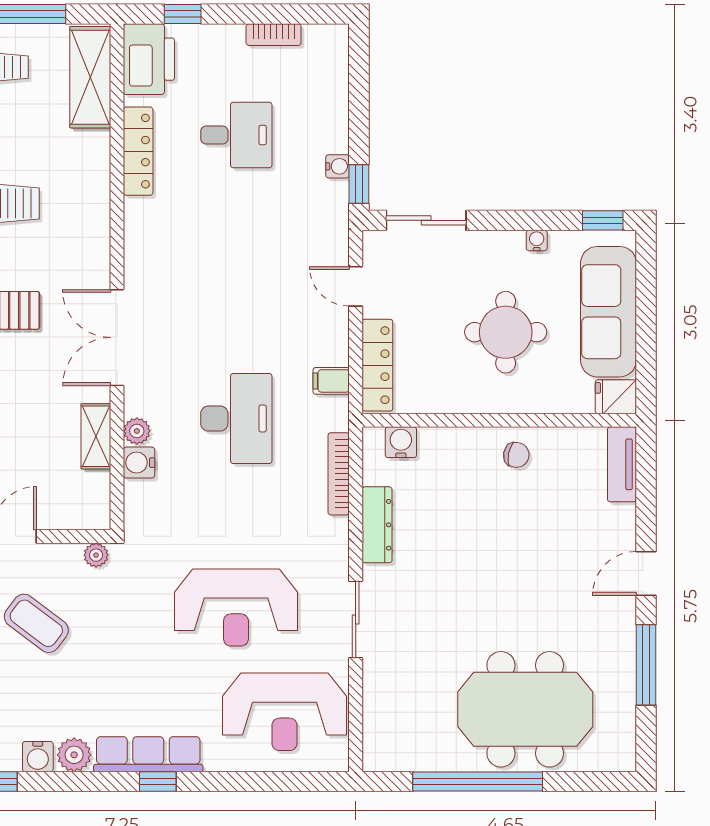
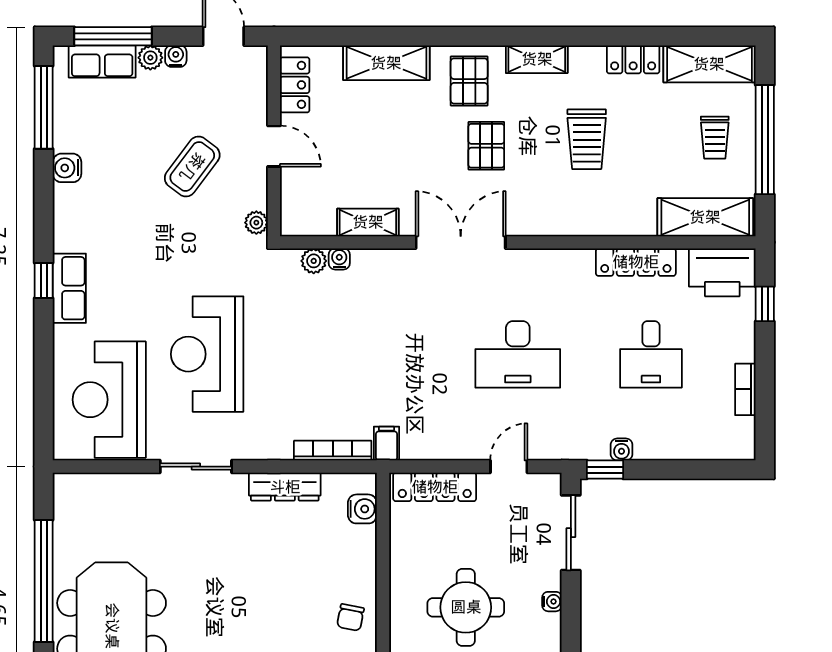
water cooler: (537, 240) -> (552, 602), moved
filing cabinet: (331, 381) -> (387, 443), moved
desk: (236, 419) -> (518, 354), moved
plant: (137, 431) -> (314, 261), moved
water cooler: (139, 463) -> (339, 259), width x0.72, depth x0.72
row of seats: (148, 754) -> (69, 288), width x0.68
plant: (74, 755) -> (69, 202), removed

